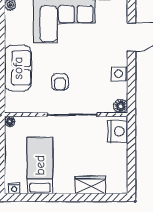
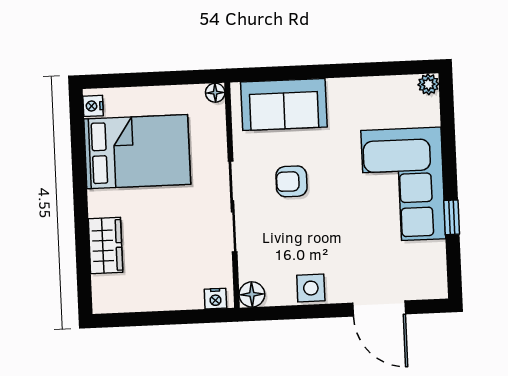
sofa: (18, 68) -> (284, 105), moved
nightstand: (118, 131) -> (215, 299), width x0.53, depth x0.56
bed: (40, 165) -> (137, 152), width x1.50

